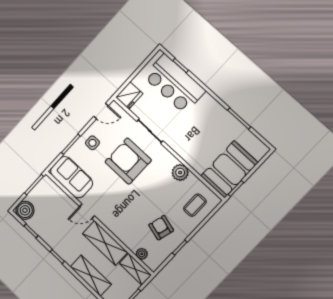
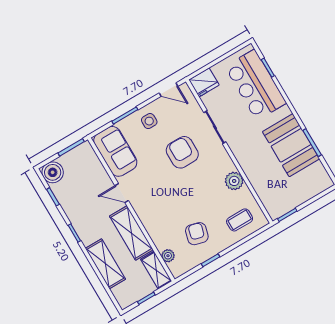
armchair: (128, 161) -> (182, 152), width x0.73, depth x0.73
booth: (229, 169) -> (291, 145), moved, turned 90

